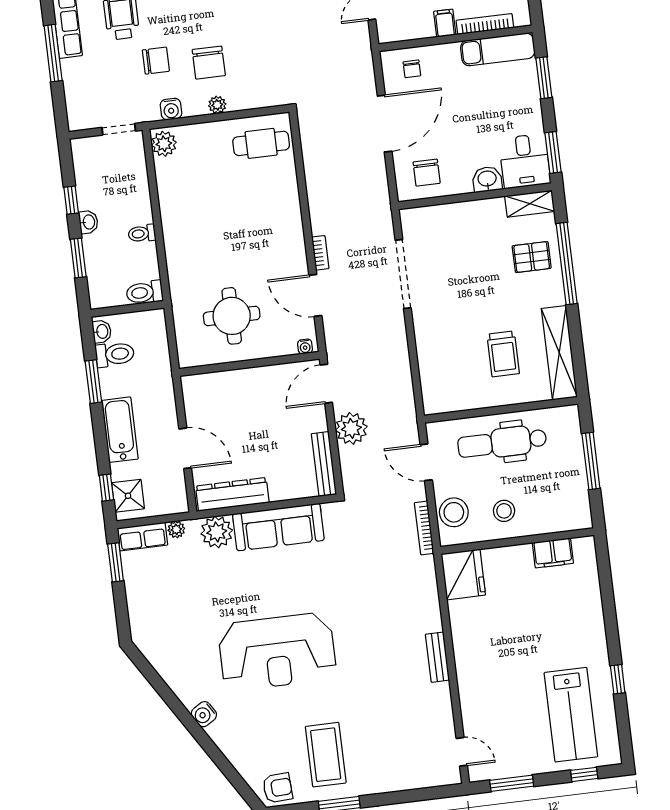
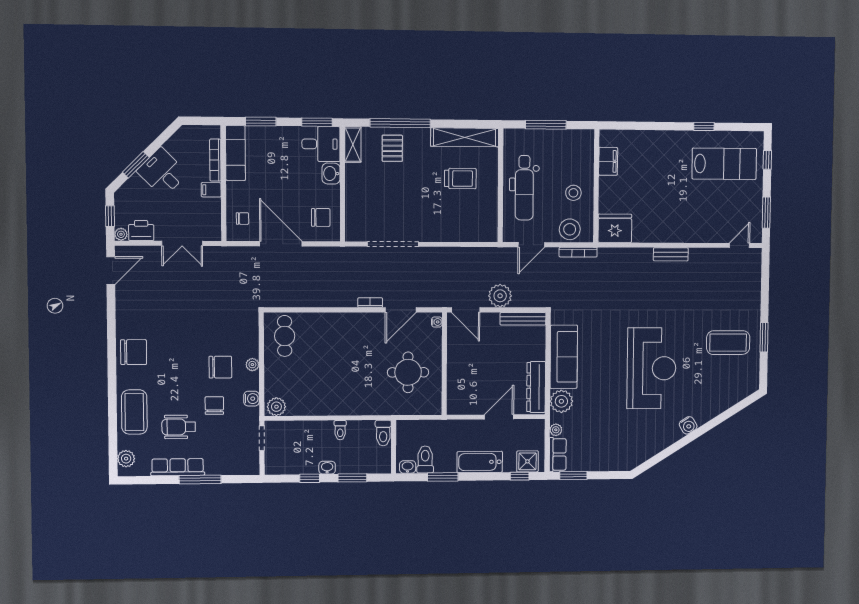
armchair: (278, 788) -> (747, 379), removed

